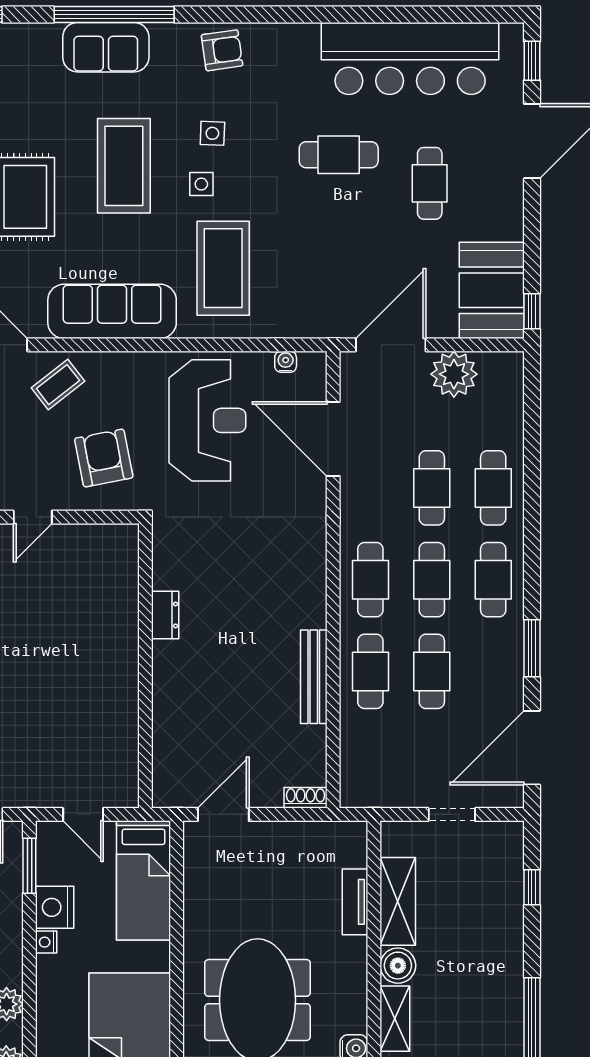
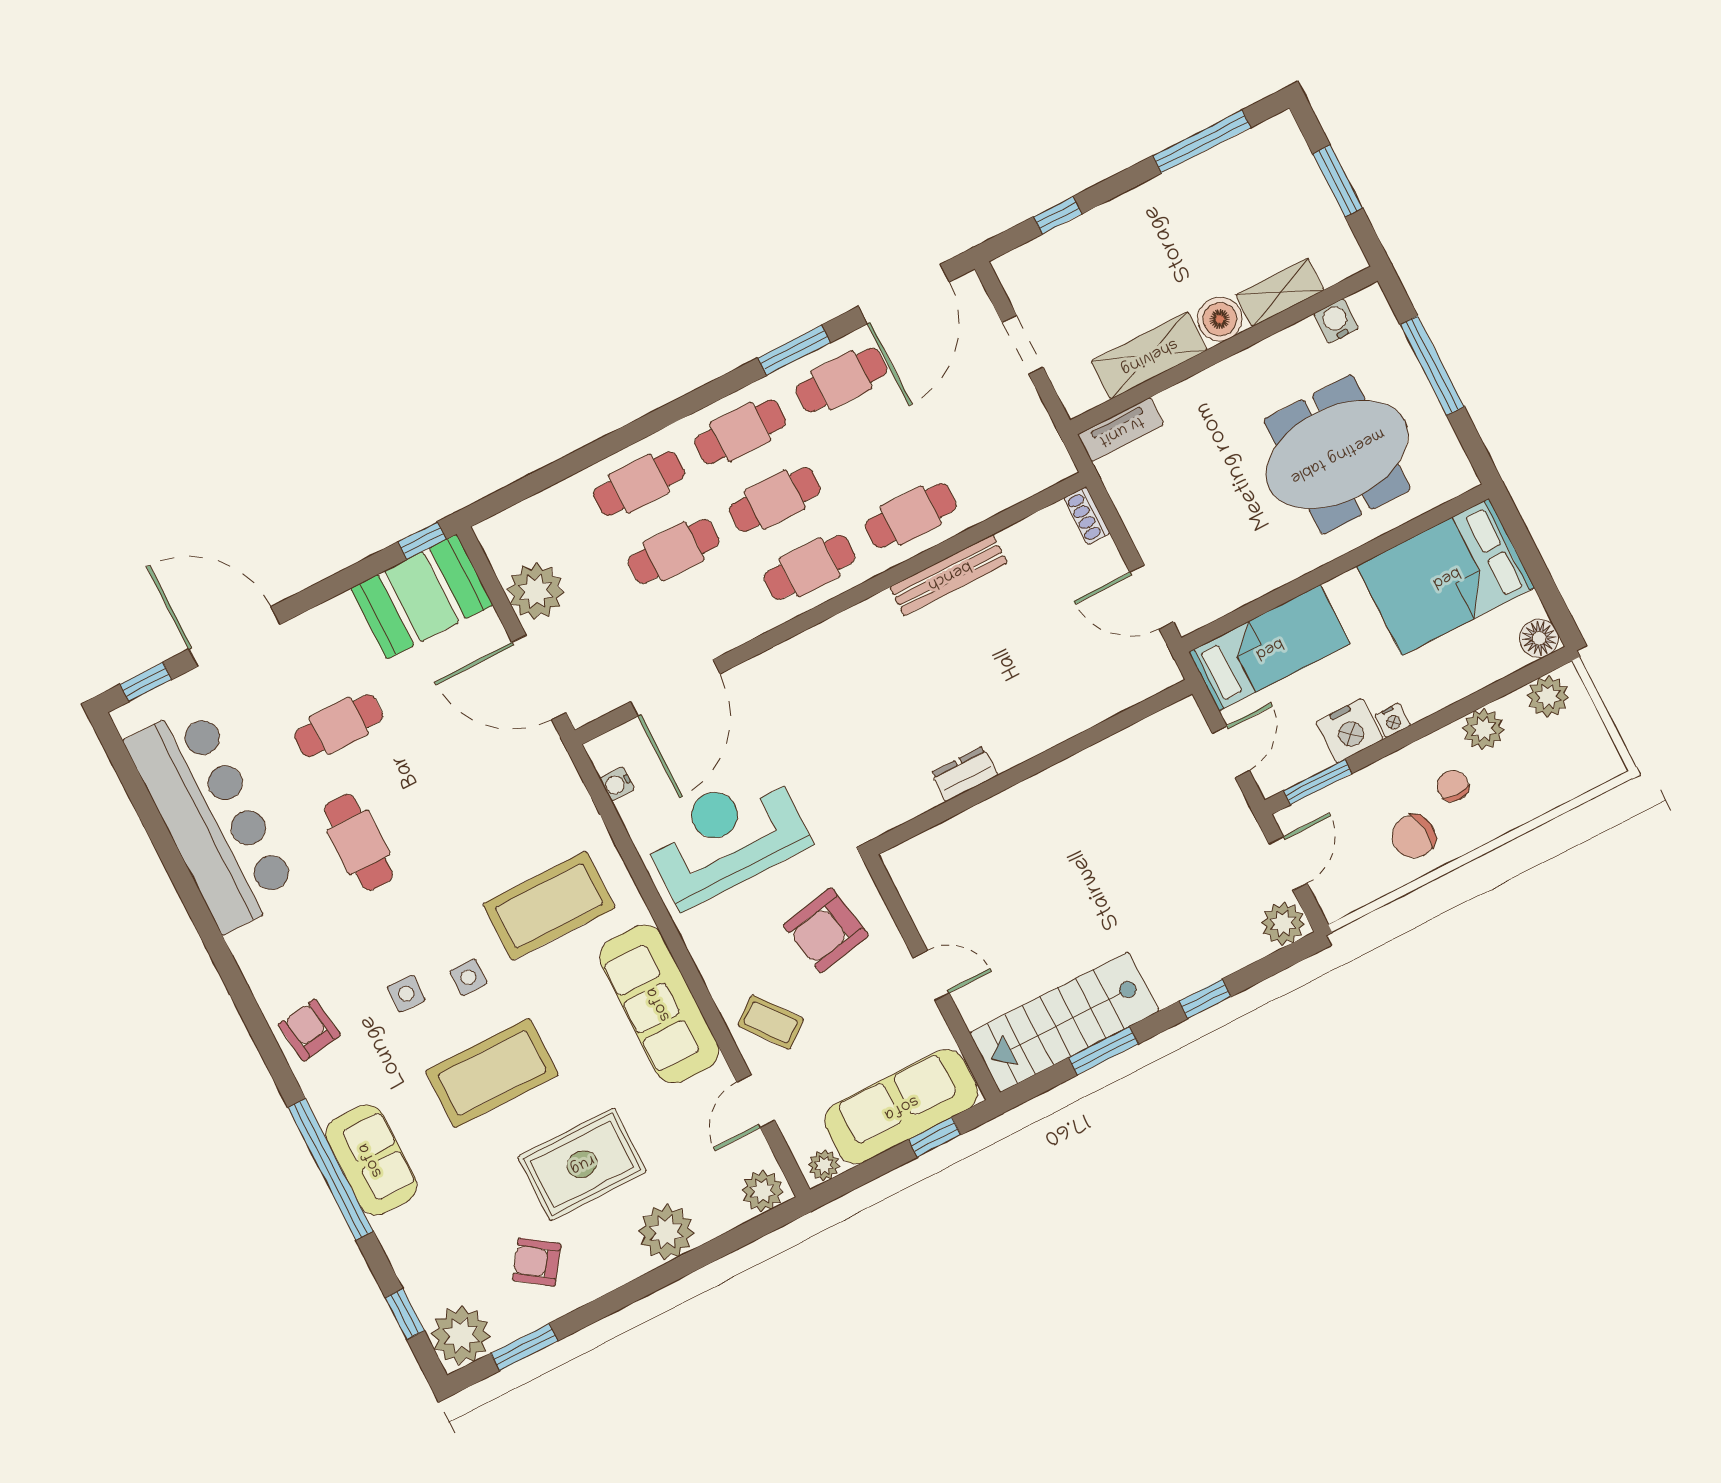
cafe table: (432, 671) -> (841, 380), moved
door: (532, 748) -> (904, 294), hinge flipped
tv unit: (355, 902) -> (1121, 430), moved

